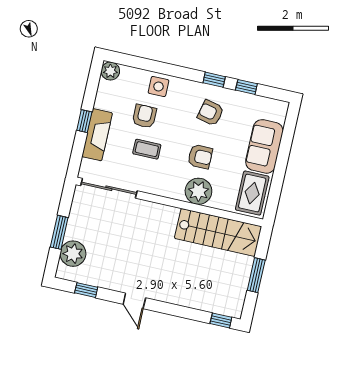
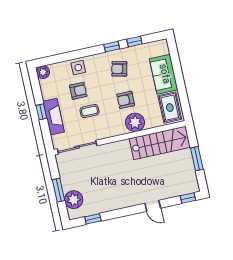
armchair: (144, 116) -> (78, 91), turned 90
armchair: (200, 157) -> (126, 100), turned 180
door: (134, 301) -> (153, 206), moved

